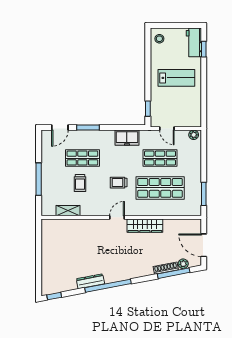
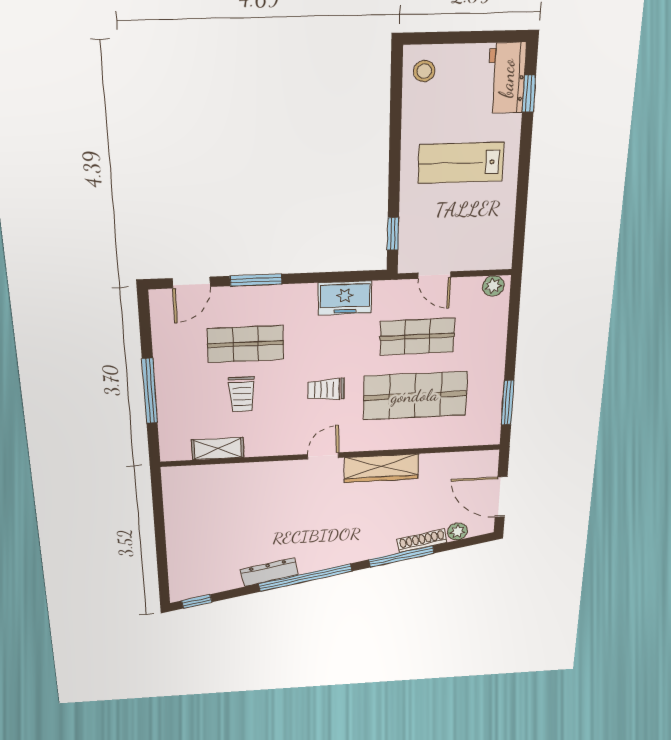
lab bench: (176, 78) -> (461, 163), turned 180
window: (174, 273) -> (402, 556), moved

